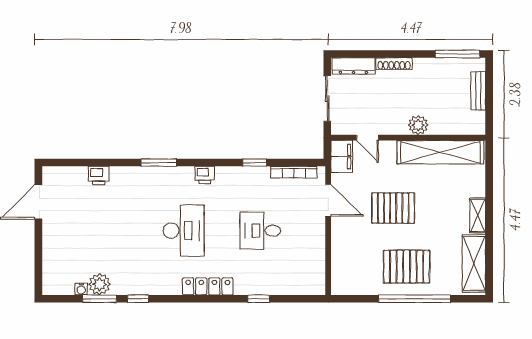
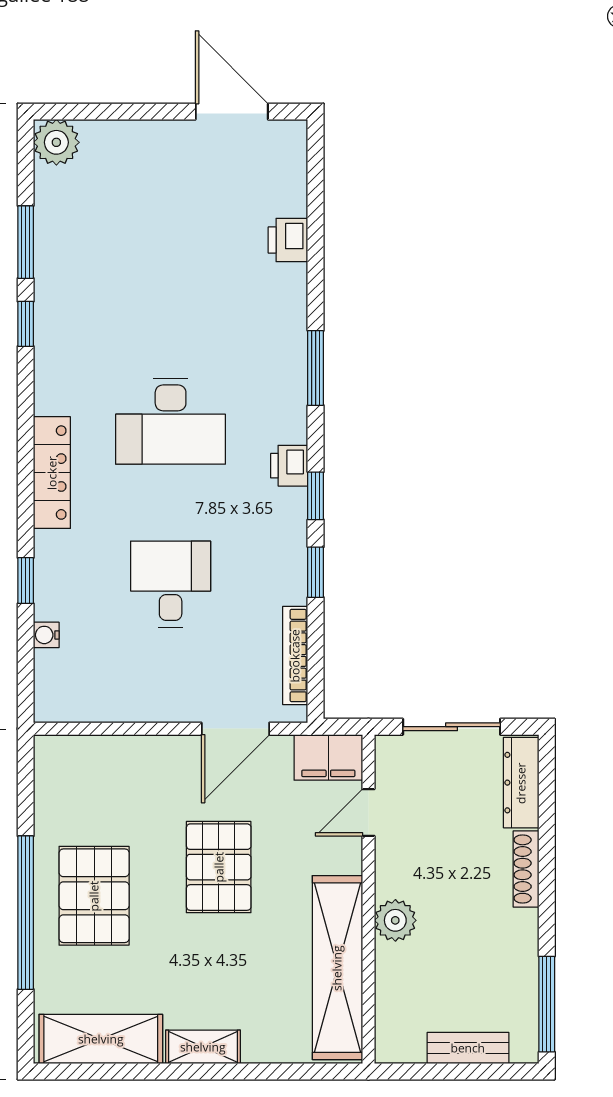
window: (219, 163) -> (316, 496), added
plant: (99, 284) -> (56, 142), moved
water cooler: (81, 289) -> (46, 635), moved

